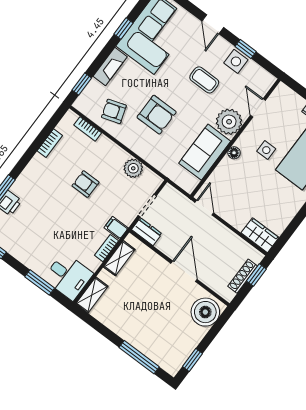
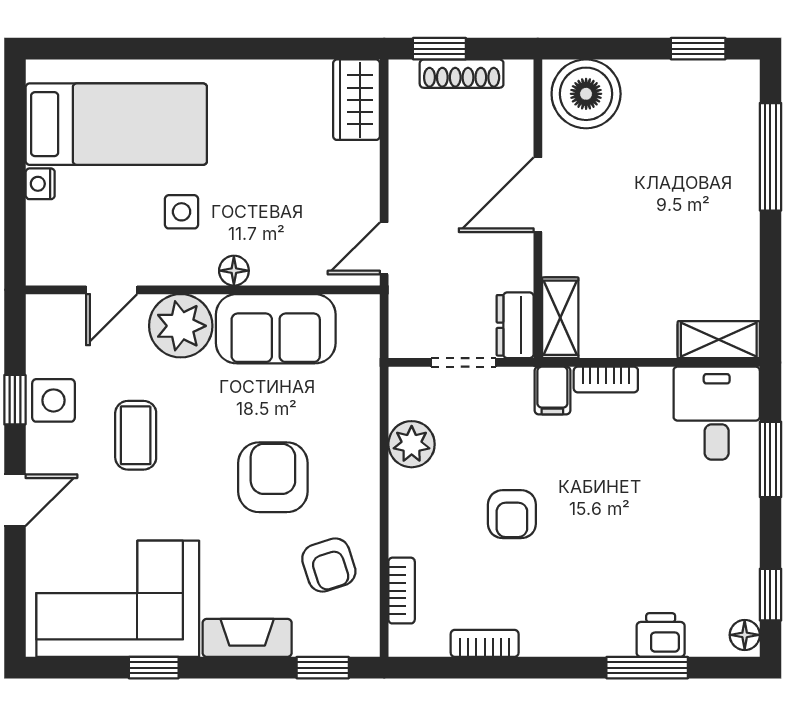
shelving: (119, 258) -> (560, 318), moved, turned 90

